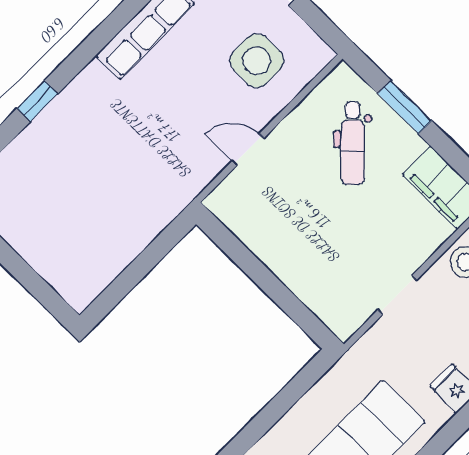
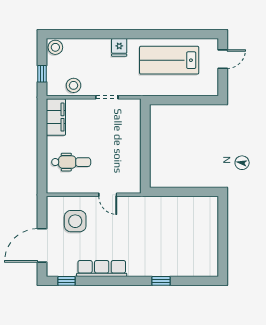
window: (405, 107) -> (42, 157), removed
dental chair: (353, 143) -> (71, 162), turned 45

